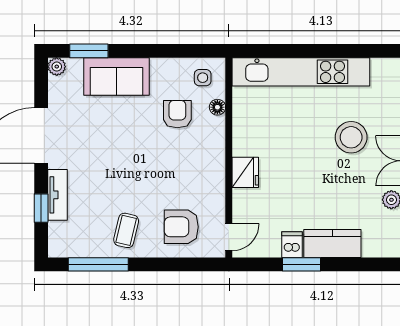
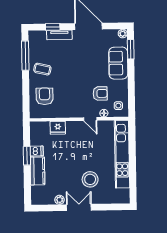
fridge: (245, 172) -> (58, 128), moved
door: (229, 237) -> (90, 119), moved

